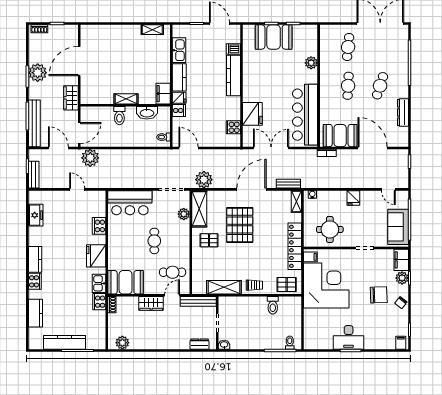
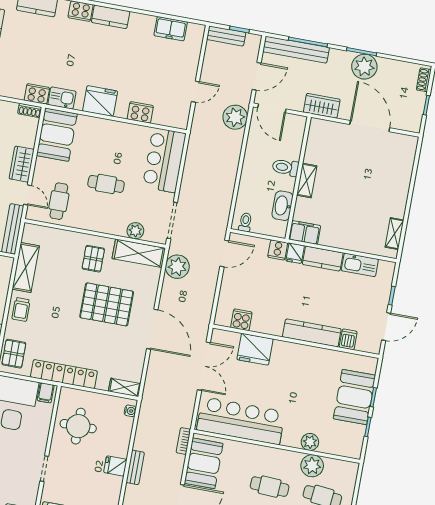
plant: (328, 58) -> (312, 466), added
bench: (288, 184) -> (135, 467), moved

